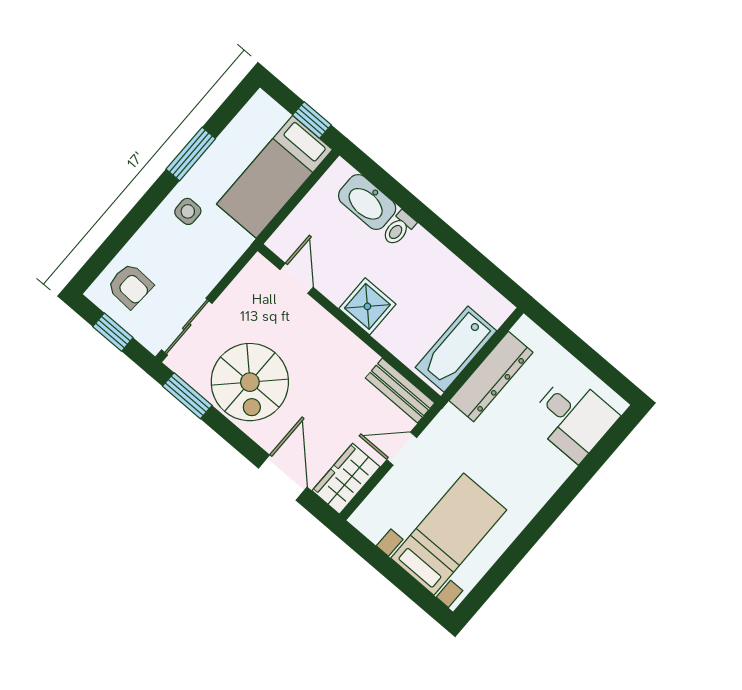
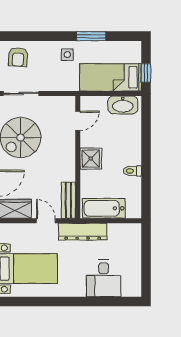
washbasin: (367, 202) -> (123, 105), moved, turned -90
toilet: (399, 228) -> (132, 171), moved
dresser: (491, 377) -> (83, 232), moved
desk: (573, 418) -> (104, 278), moved

